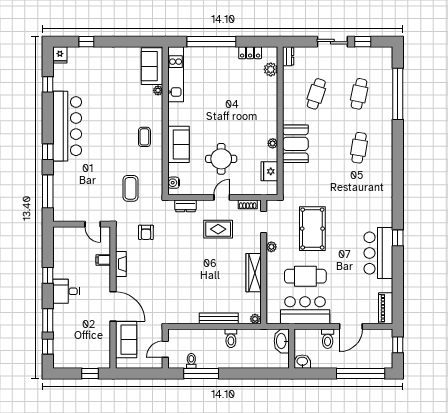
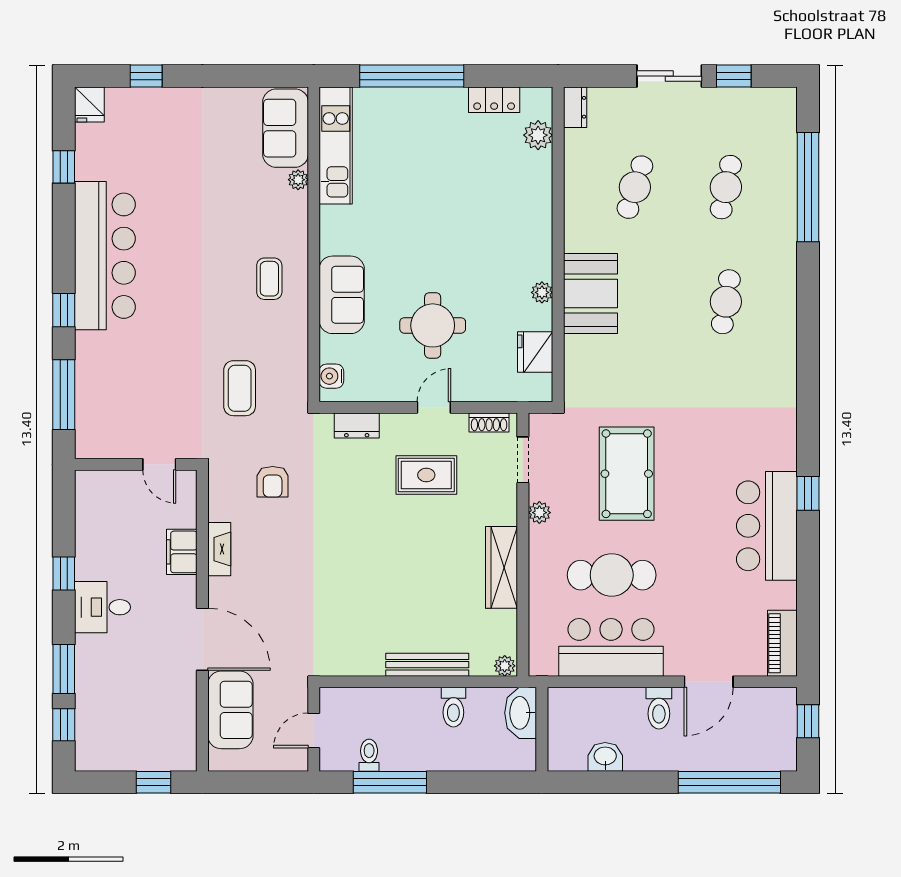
filing cabinet: (103, 260) -> (182, 552), width x2.00
washbasin: (282, 341) -> (521, 713), moved
wall: (292, 349) -> (542, 729), moved

